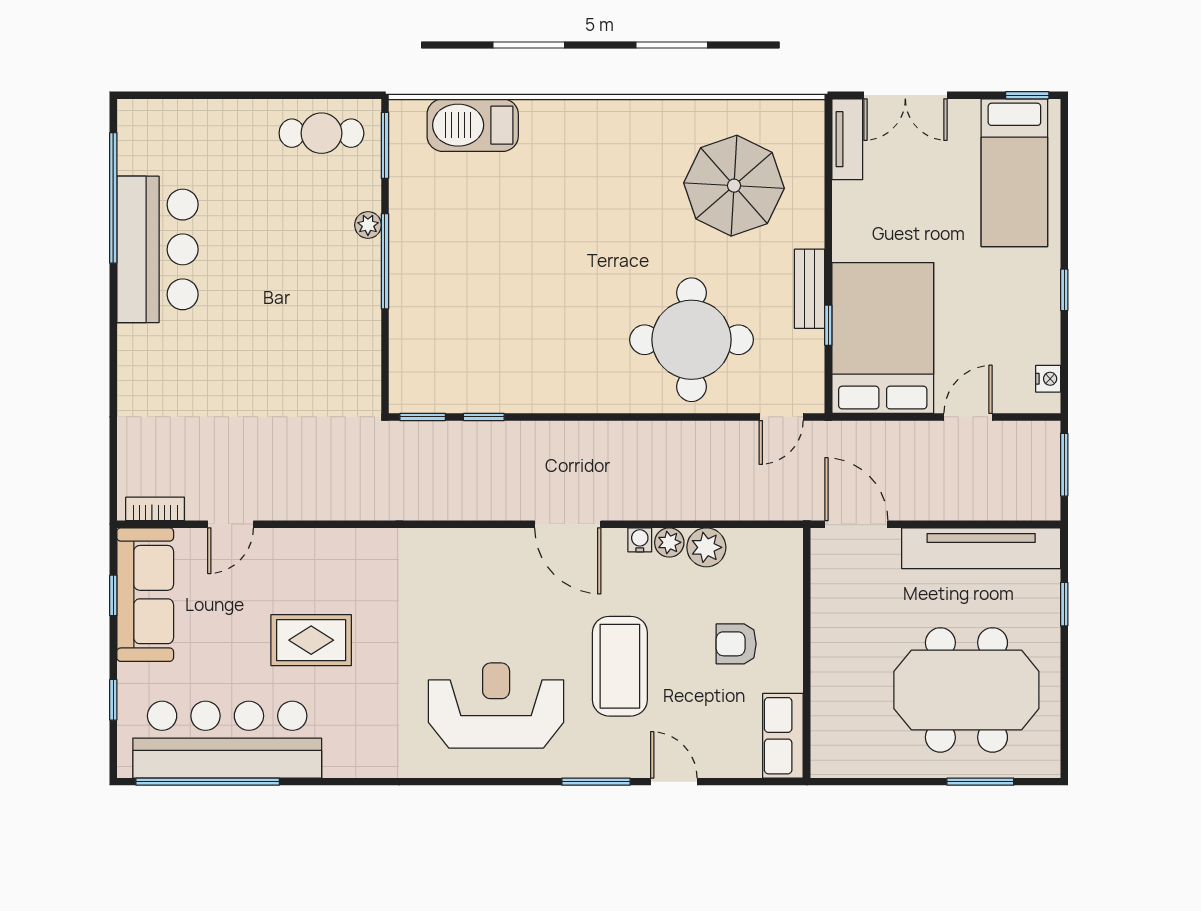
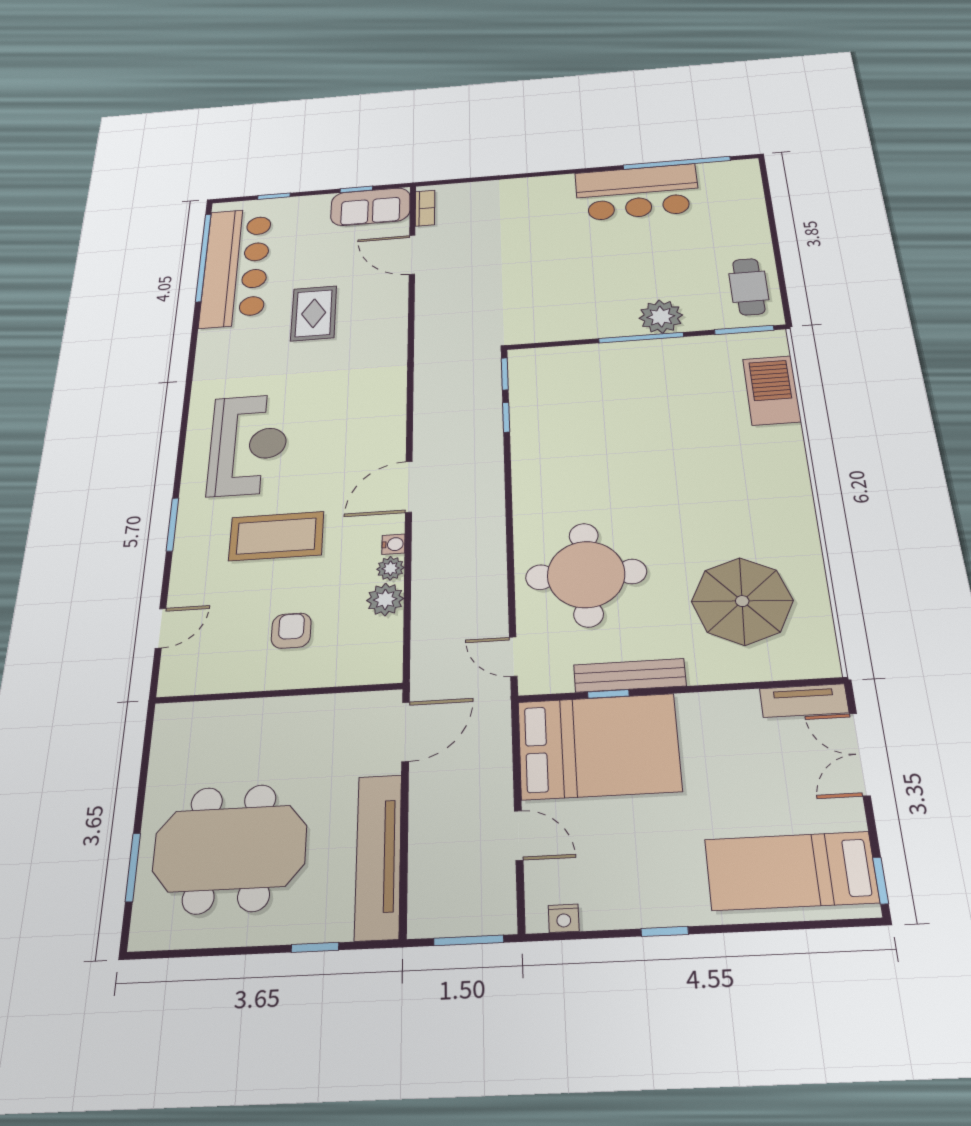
plant: (368, 225) -> (661, 317), width x1.88, depth x1.88
bench: (810, 289) -> (630, 675), width x1.36
door: (231, 524) -> (412, 255), width x1.38
sofa: (145, 595) -> (370, 207), width x0.73
meeting table: (966, 690) -> (230, 848), turned 90
row of seats: (783, 736) -> (199, 677), removed
door: (674, 782) -> (160, 628), moved

